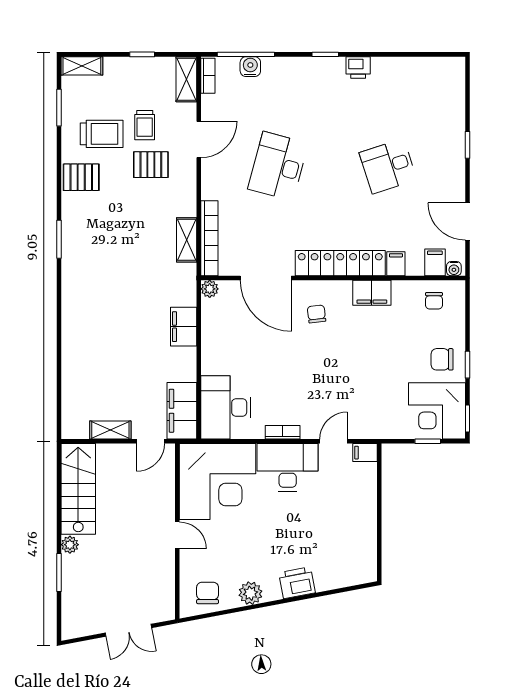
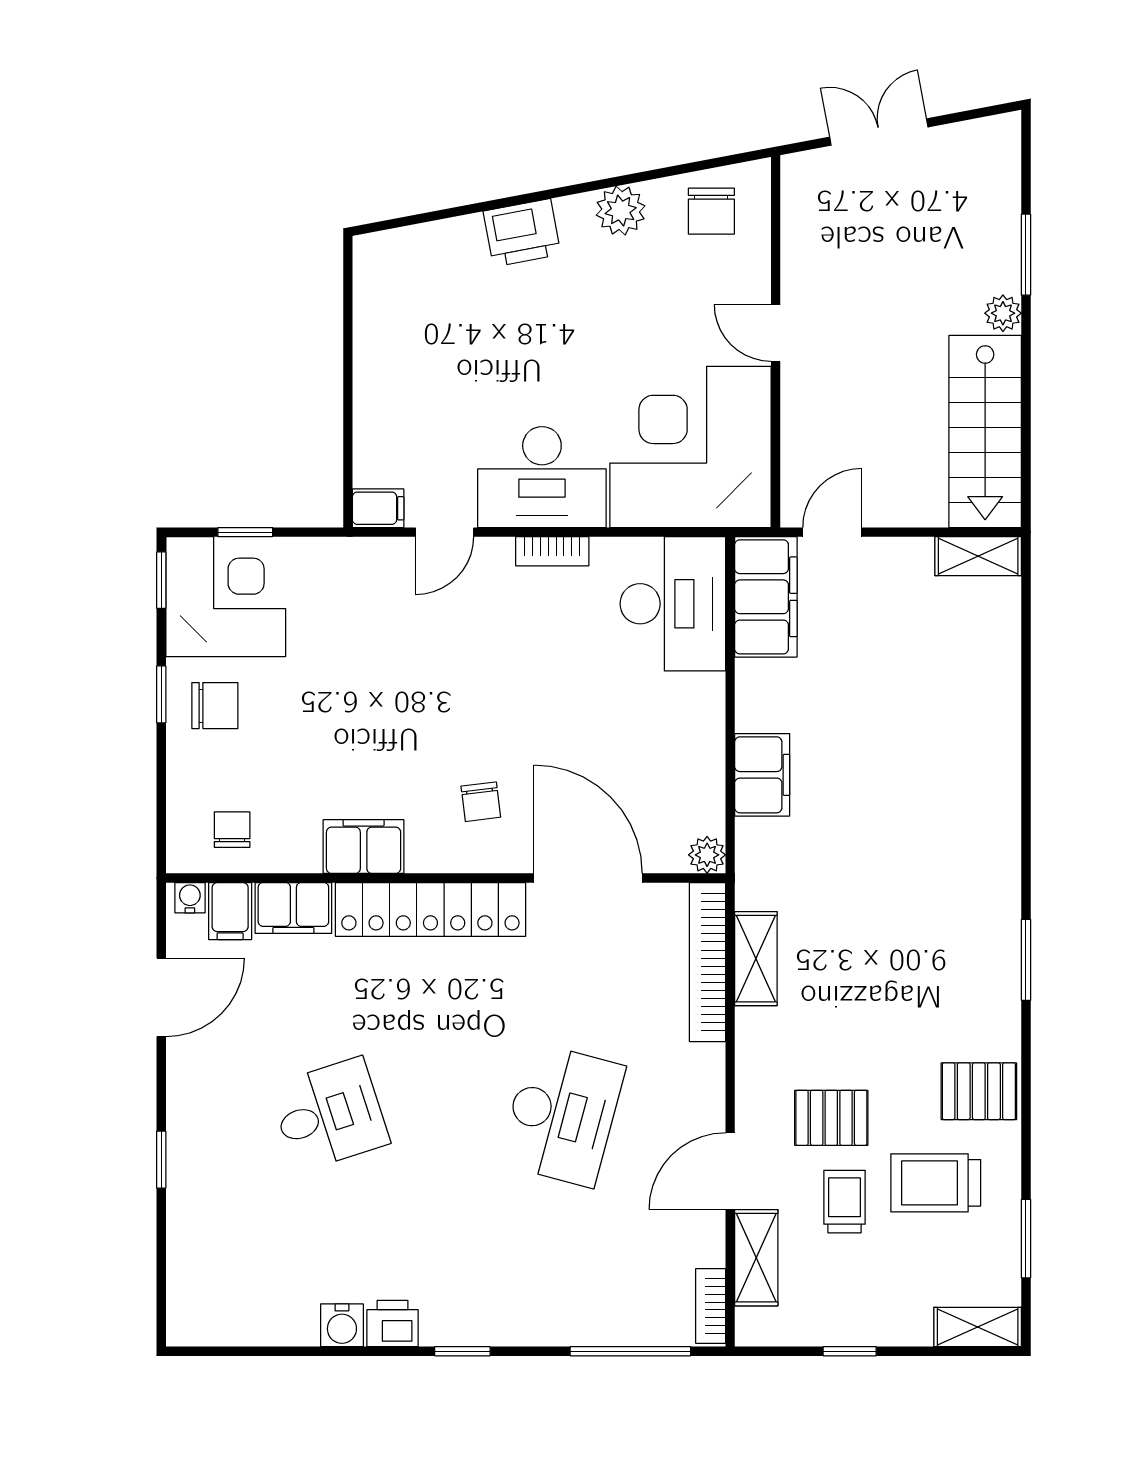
water cooler: (250, 67) -> (342, 1325), moved
shelving: (186, 79) -> (756, 1258), moved
door: (467, 222) -> (161, 997), hinge flipped
filing cabinet: (396, 264) -> (293, 908), width x2.00
shelving: (110, 430) -> (978, 556), moved

